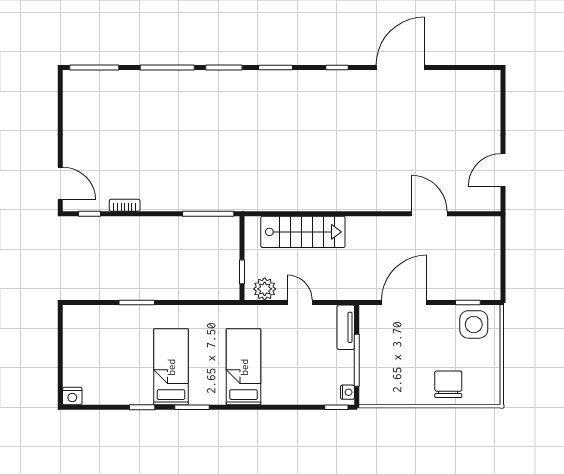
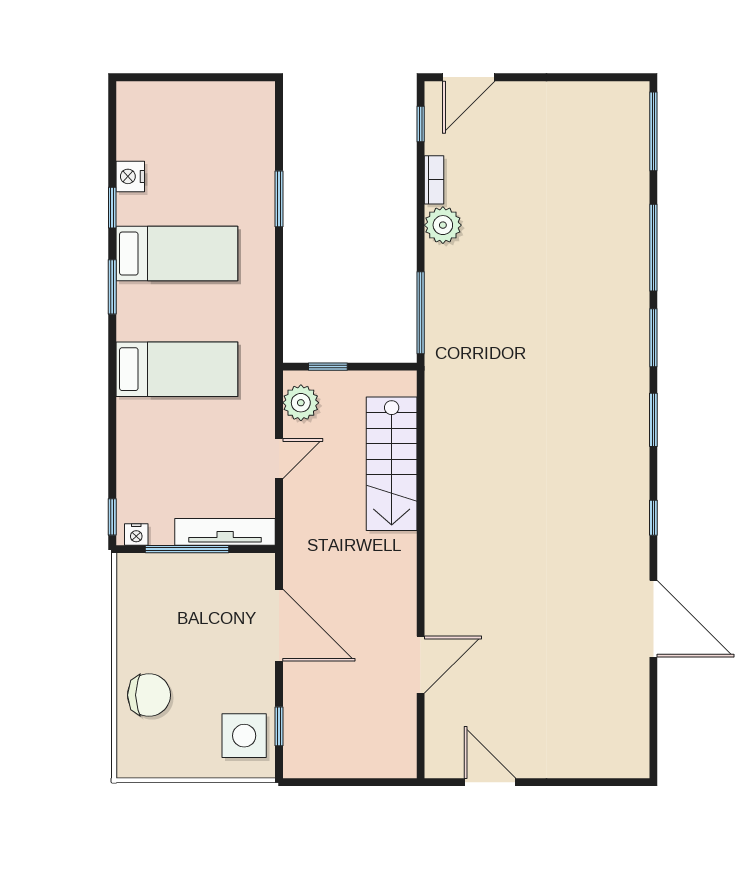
plant: (153, 200) -> (443, 225), added
tv unit: (346, 327) -> (225, 532), width x1.41
nightstand: (72, 396) -> (130, 176), moved

